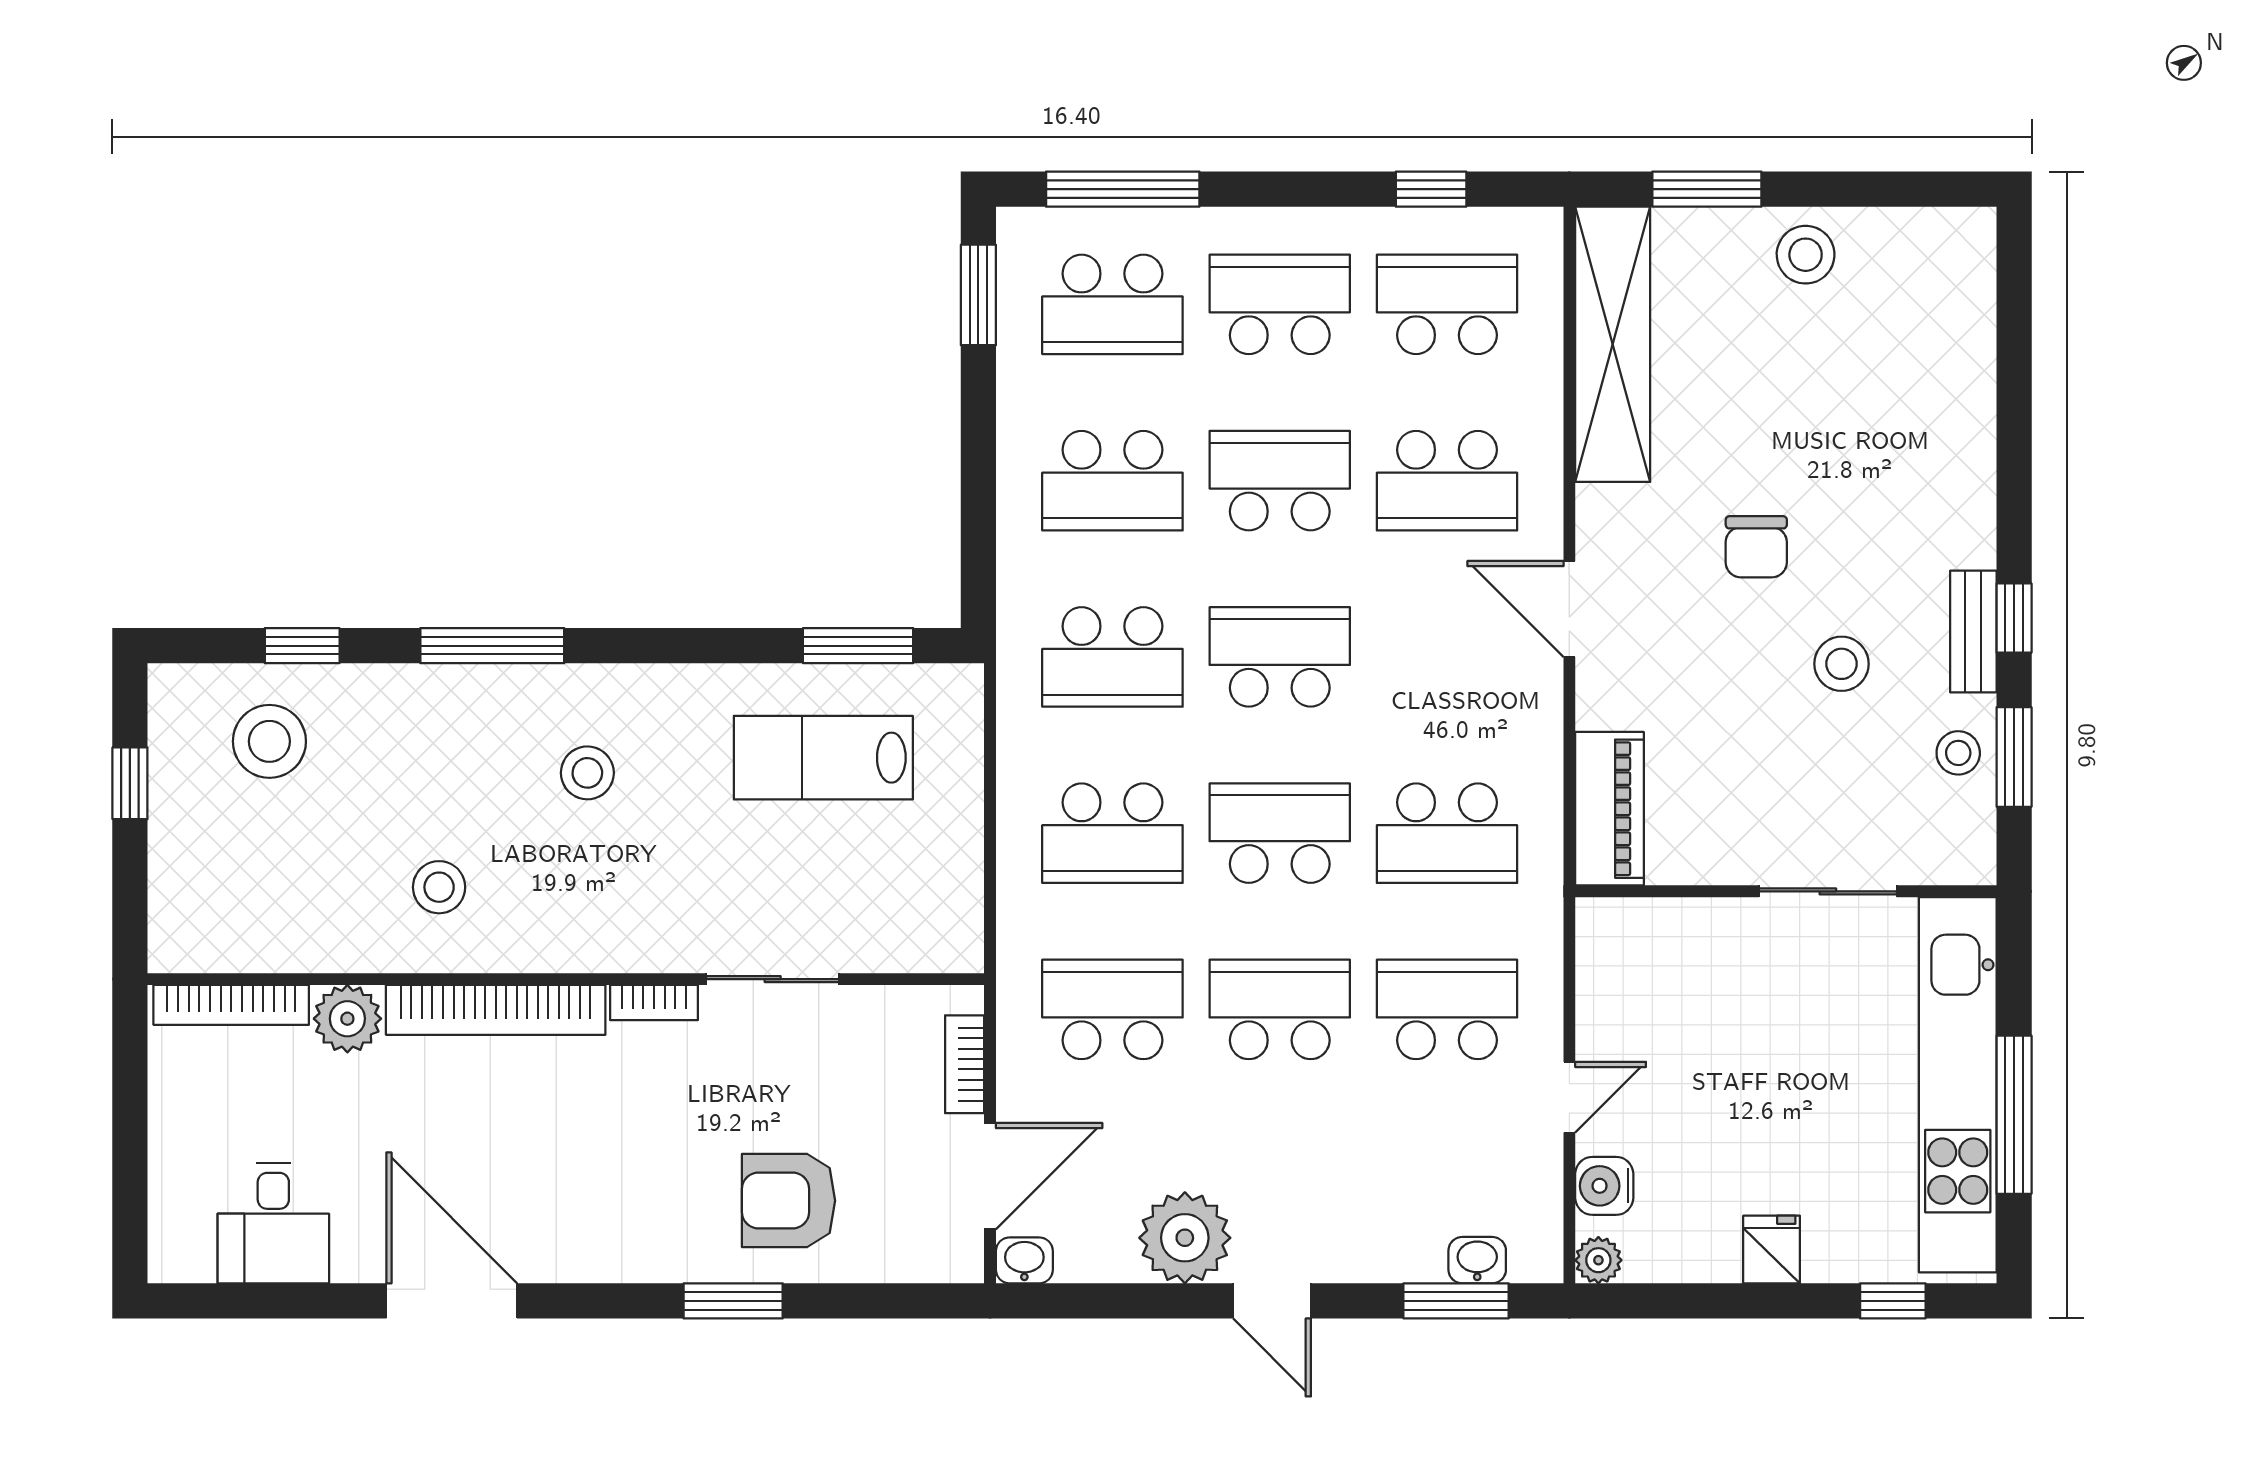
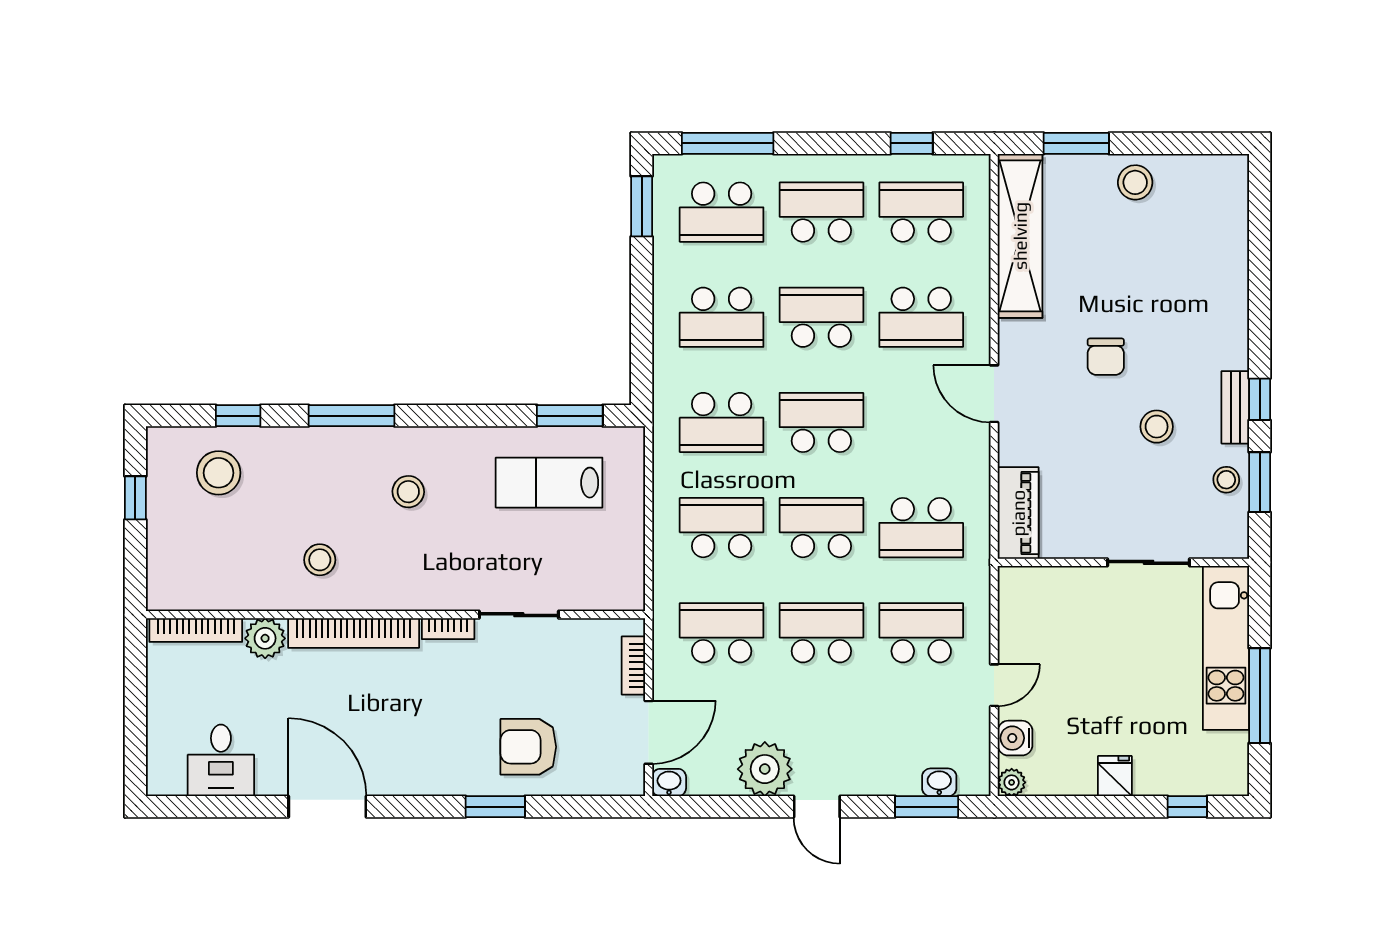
school desk: (1112, 833) -> (722, 528), turned 180
kitchen unit: (1958, 1085) -> (1226, 648), width x0.73

